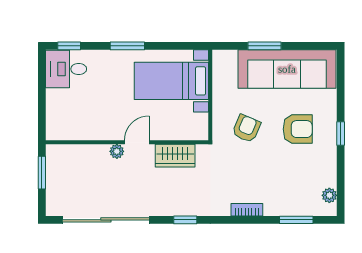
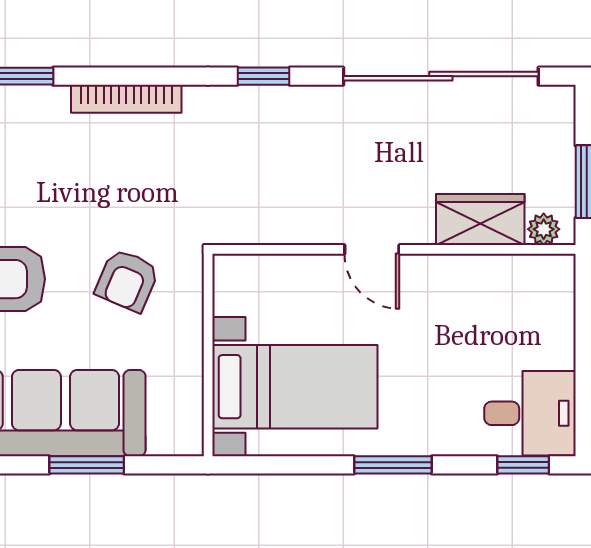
door: (137, 142) -> (372, 249), hinge flipped
plant: (117, 151) -> (544, 229), moved
wardrobe: (175, 156) -> (480, 220), moved
bookcase: (247, 210) -> (126, 99), width x1.56

